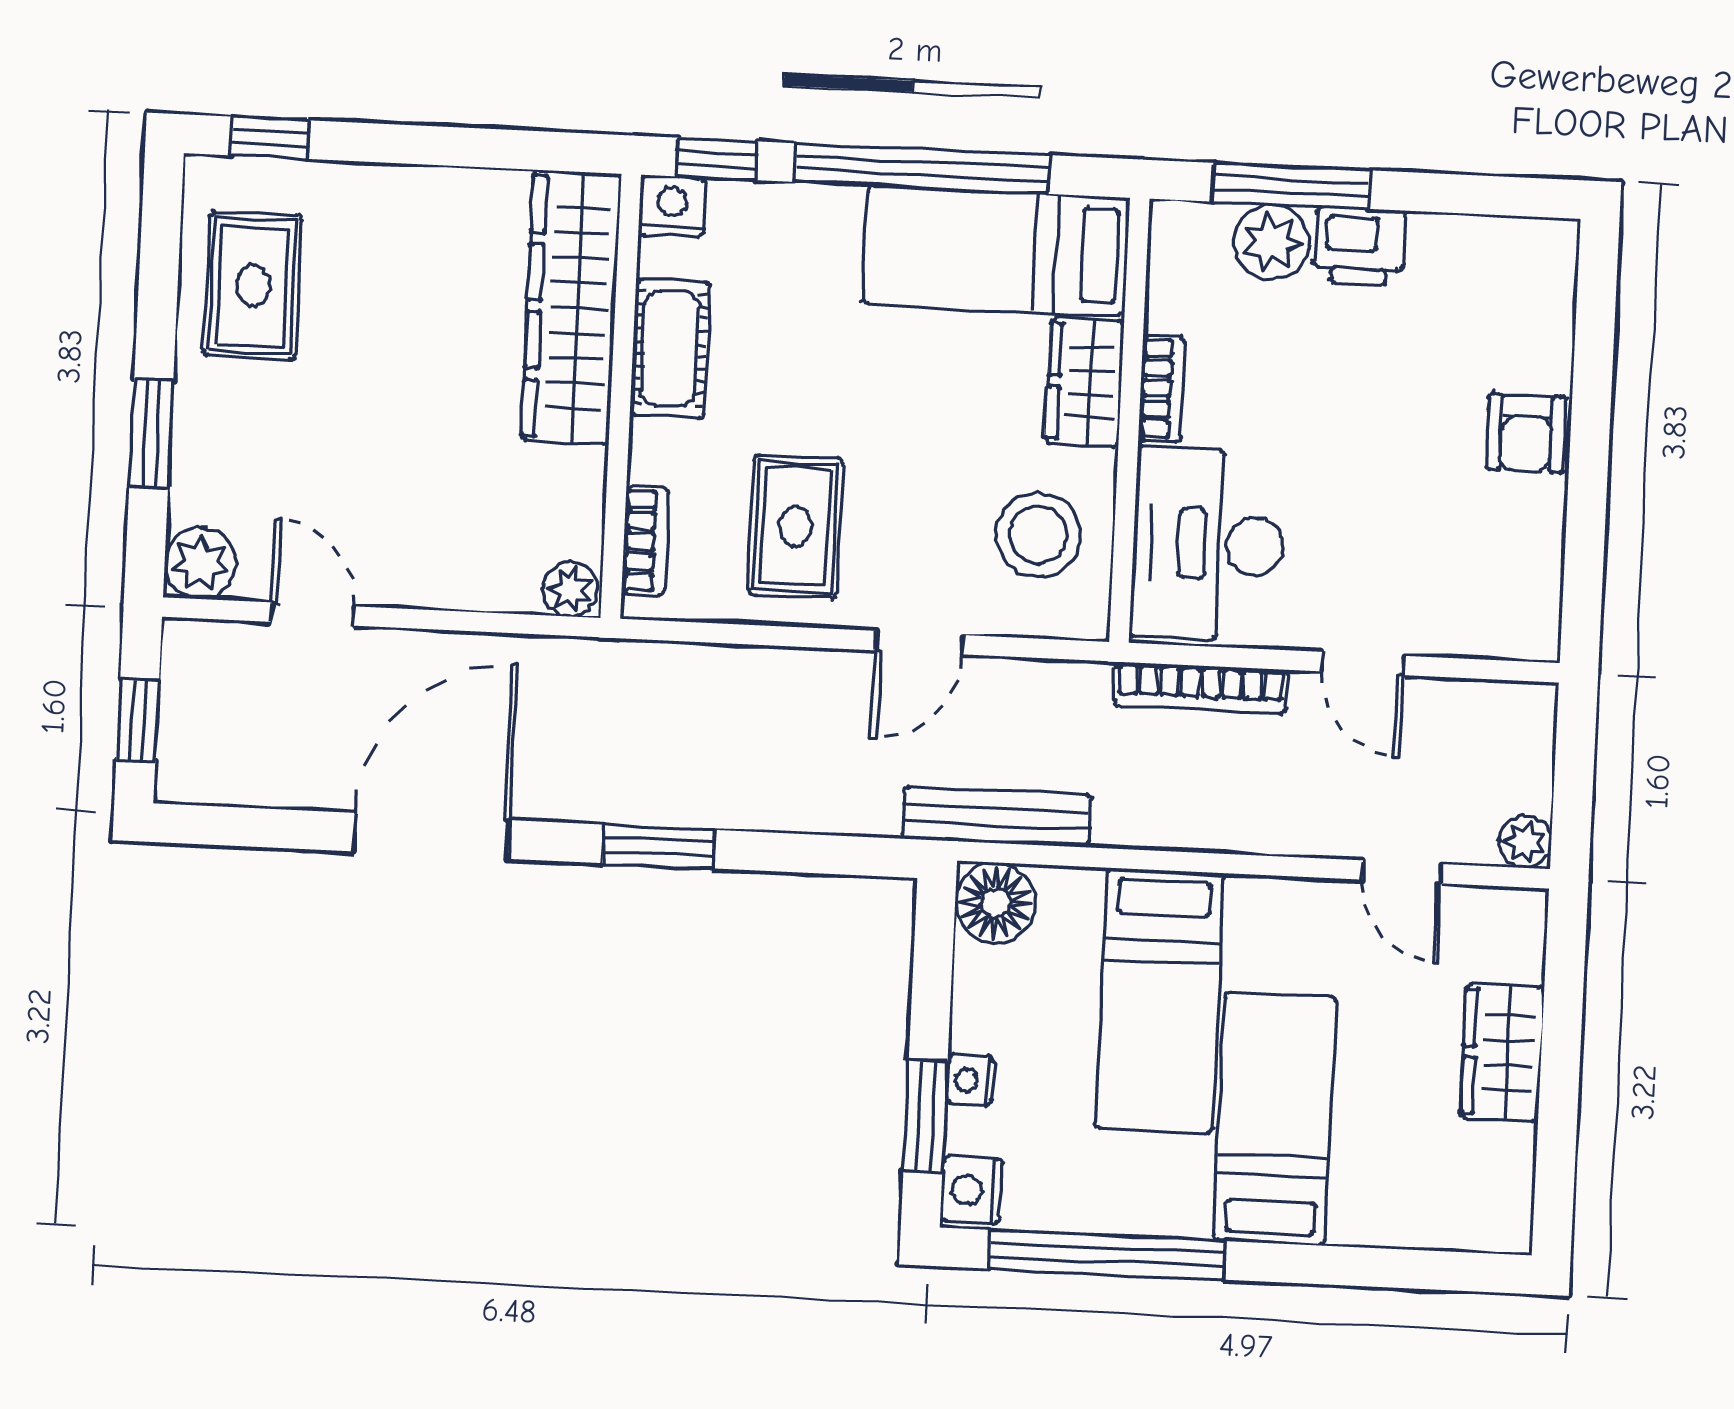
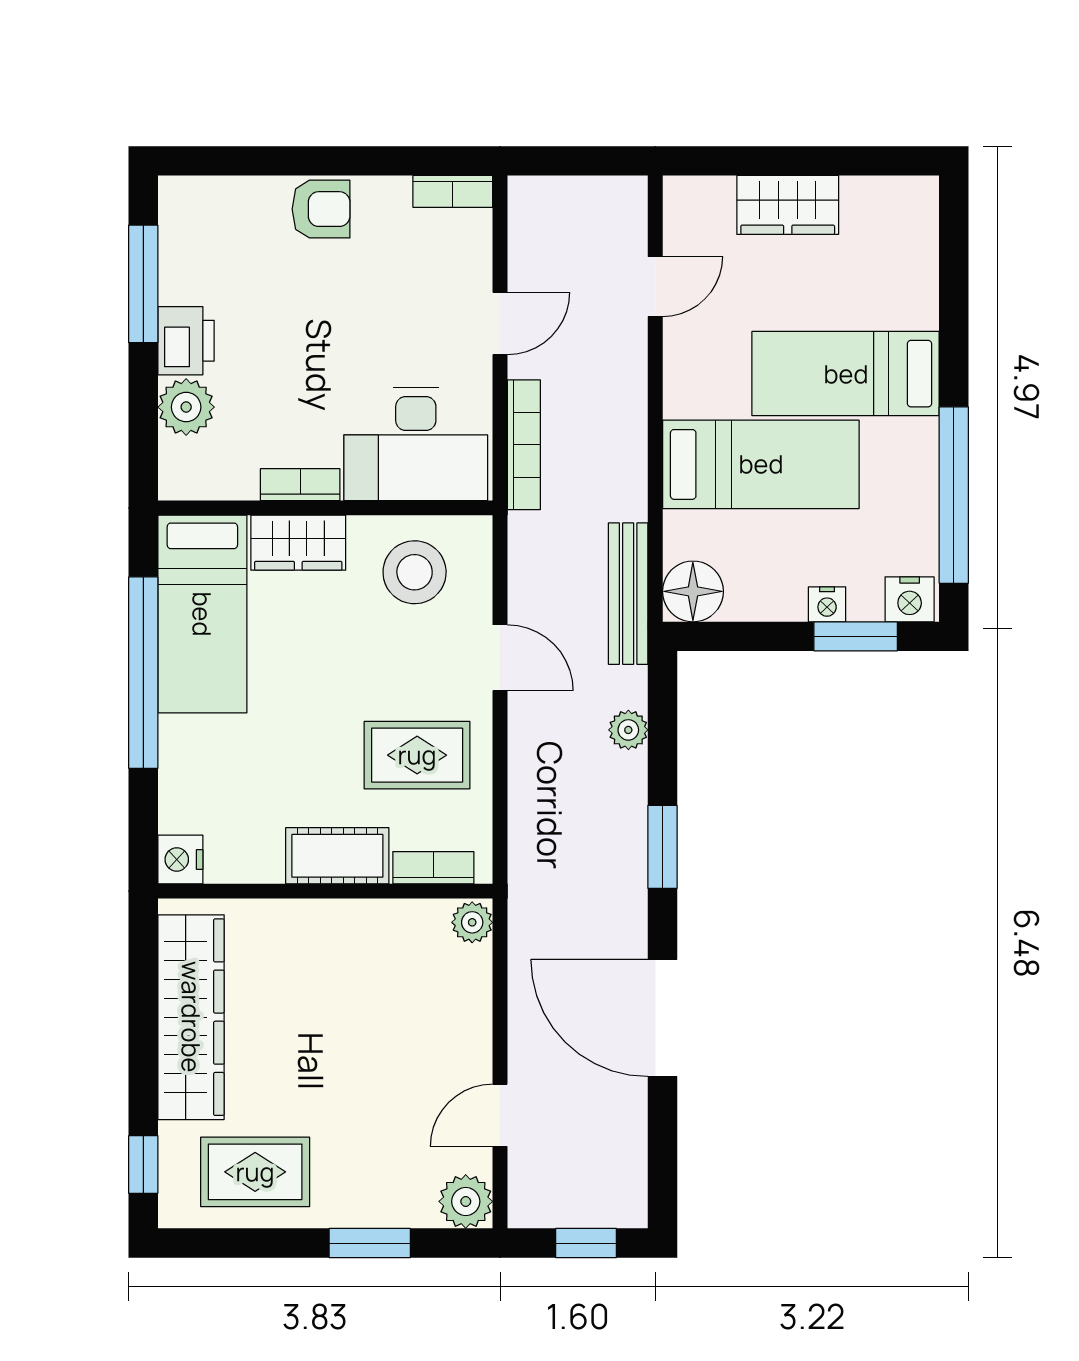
window: (717, 159) -> (143, 827), removed
window: (1291, 186) -> (143, 284), moved
wardrobe: (571, 307) -> (191, 1017), moved, turned -90
cot: (670, 349) -> (337, 856), moved
bookcase: (1541, 609) -> (453, 191), added
plant: (1525, 842) -> (628, 730), moved

